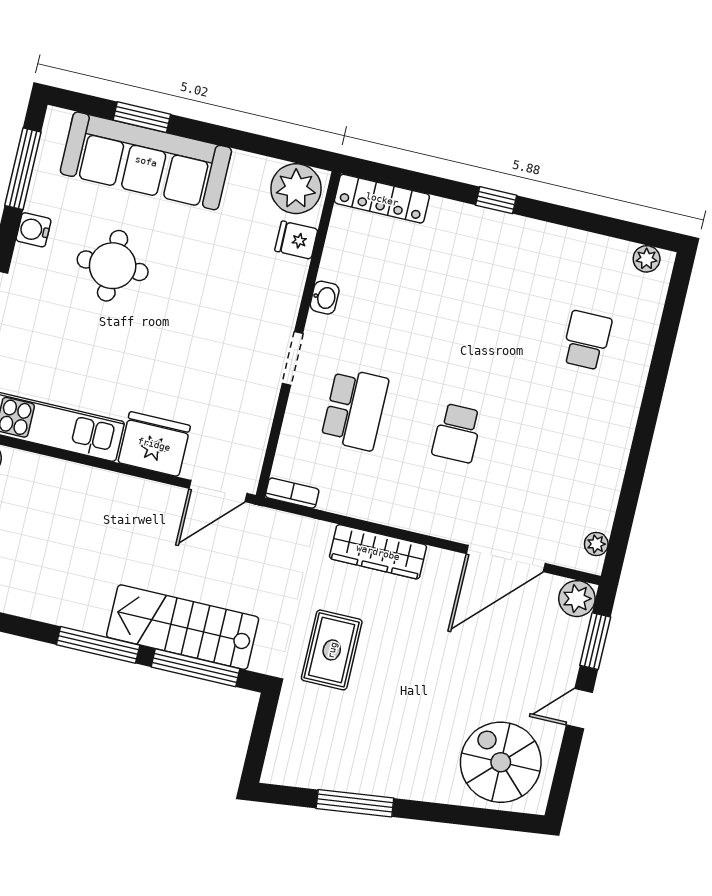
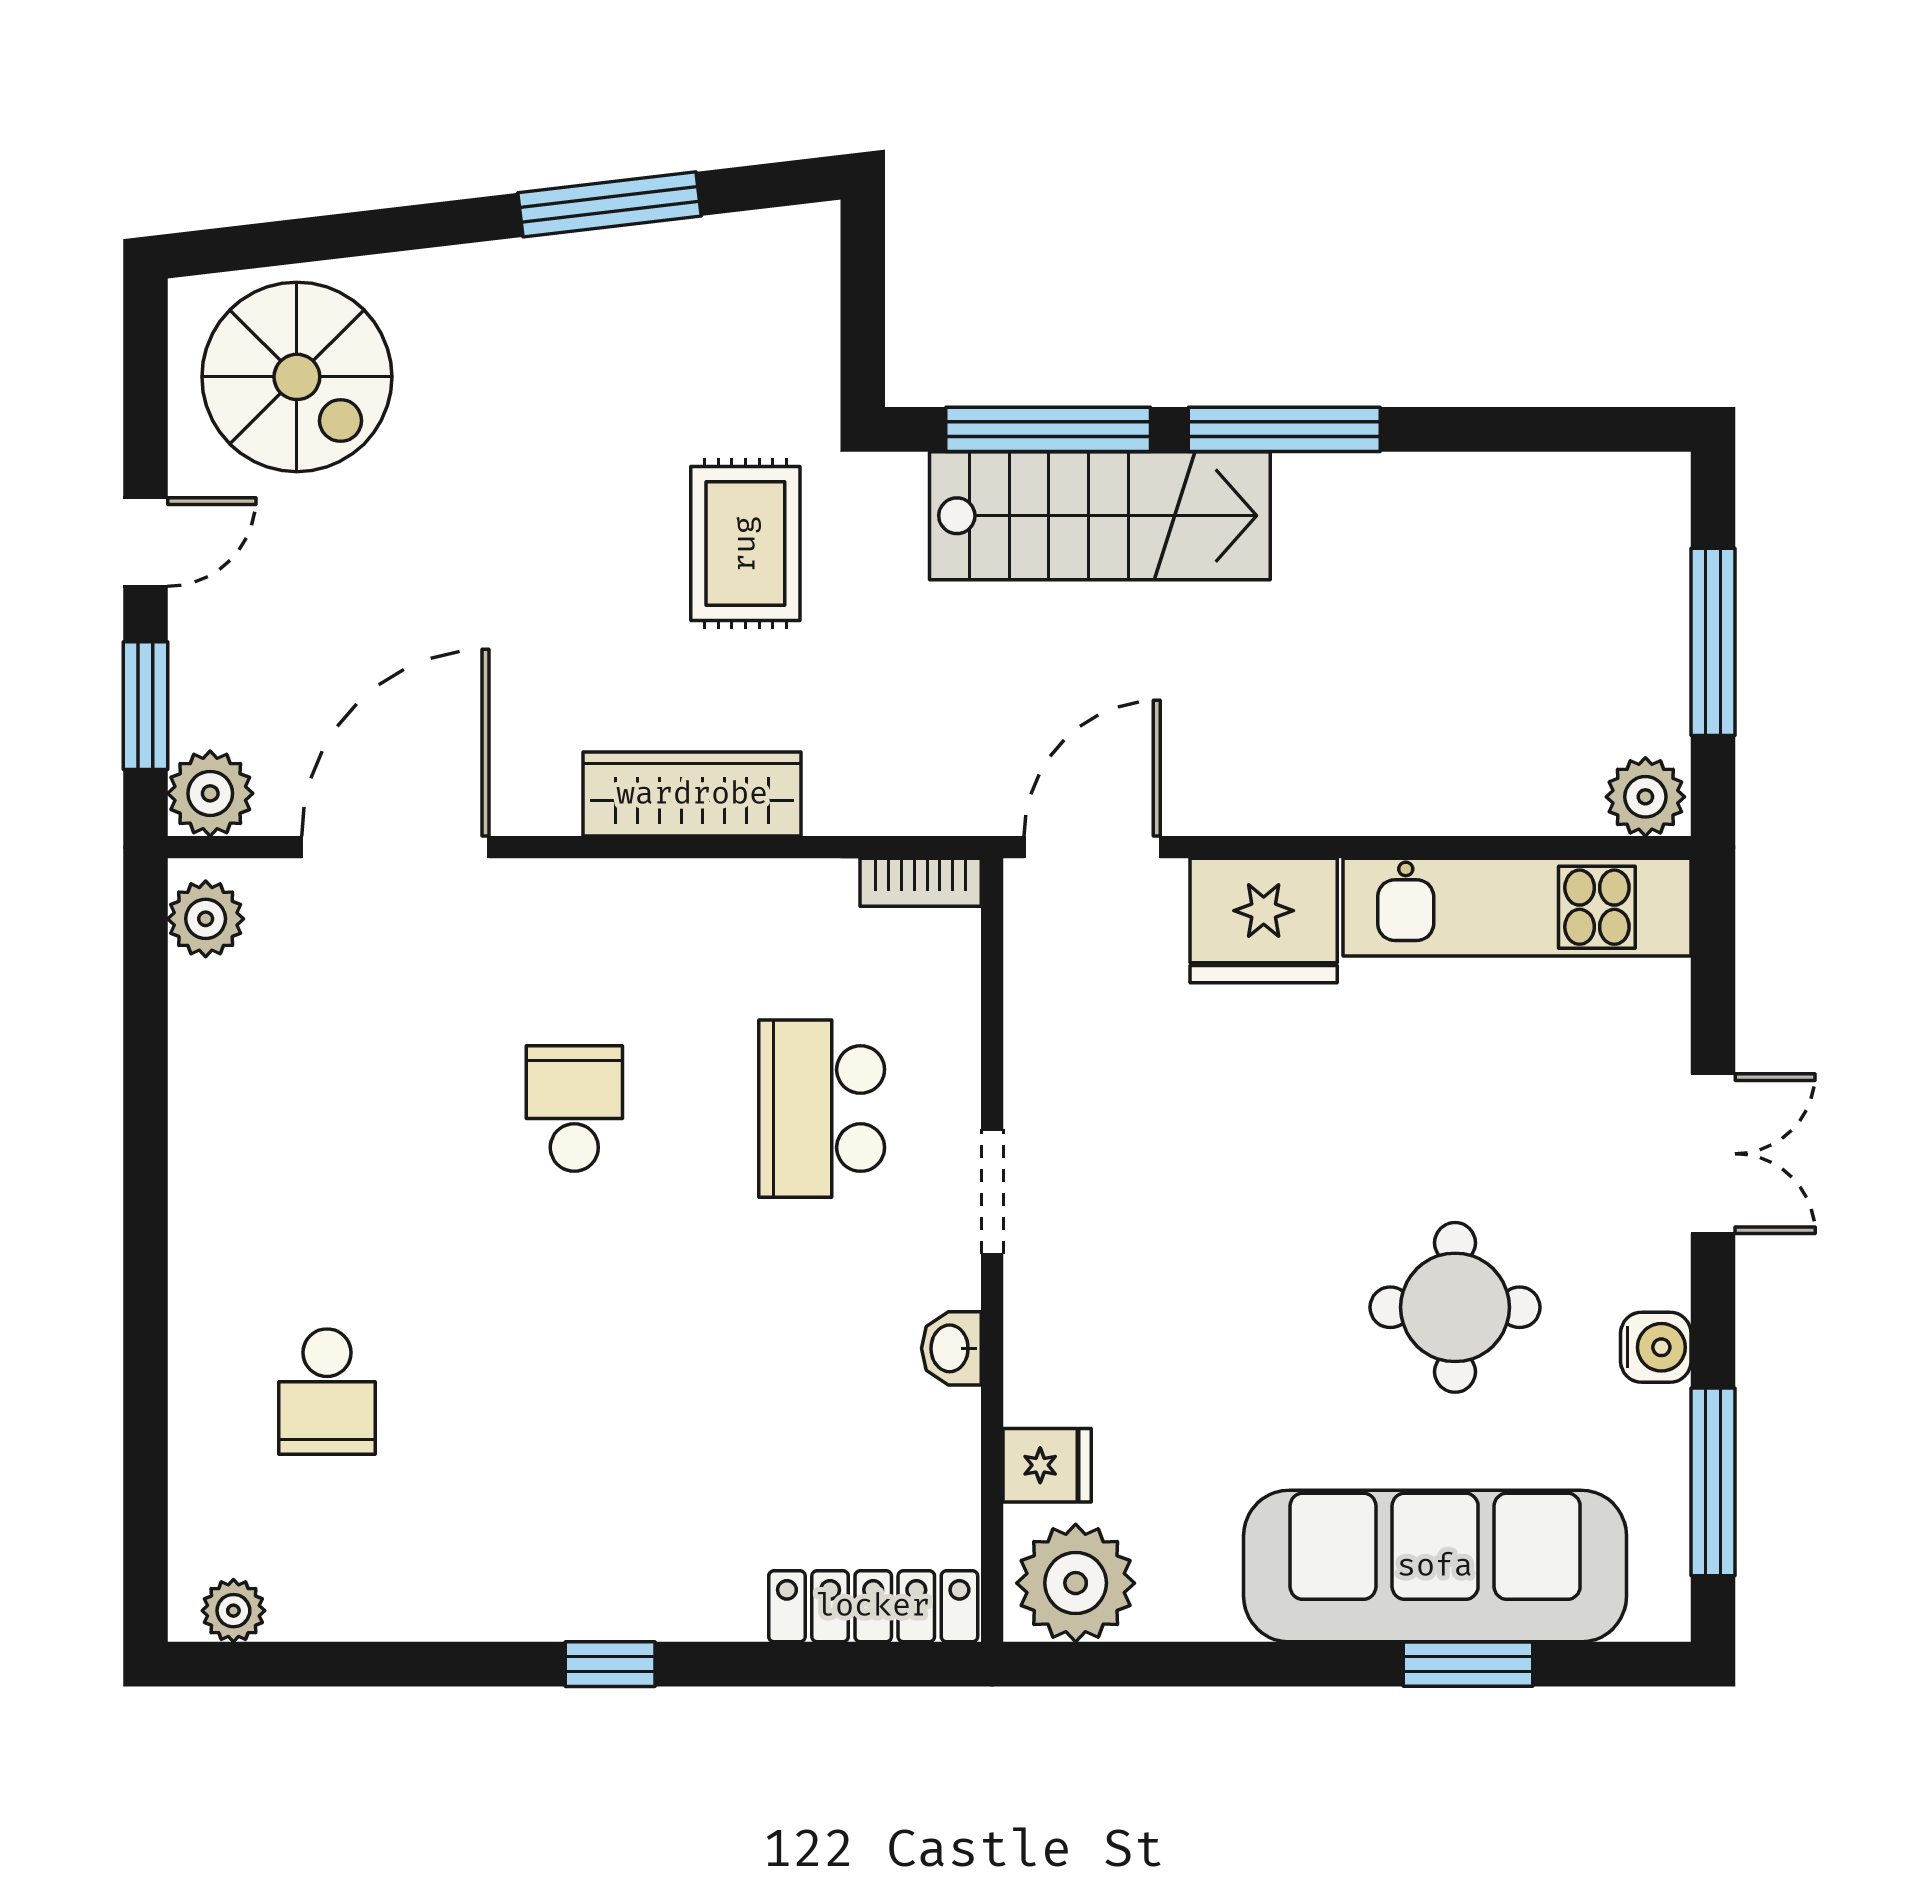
plant: (596, 544) -> (206, 919), width x1.38, depth x1.38

